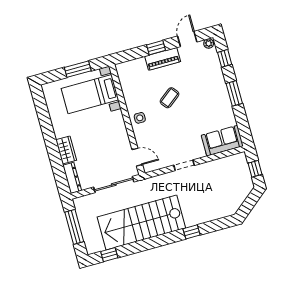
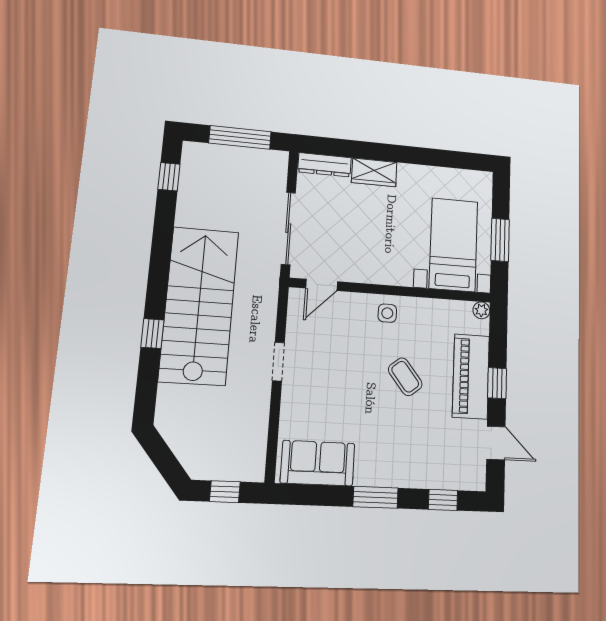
plant: (209, 43) -> (481, 310), moved
piano: (163, 59) -> (471, 376), width x1.37, depth x1.33
sofa: (222, 141) -> (318, 463), moved, turned -90
stairs: (141, 222) -> (199, 305), moved

